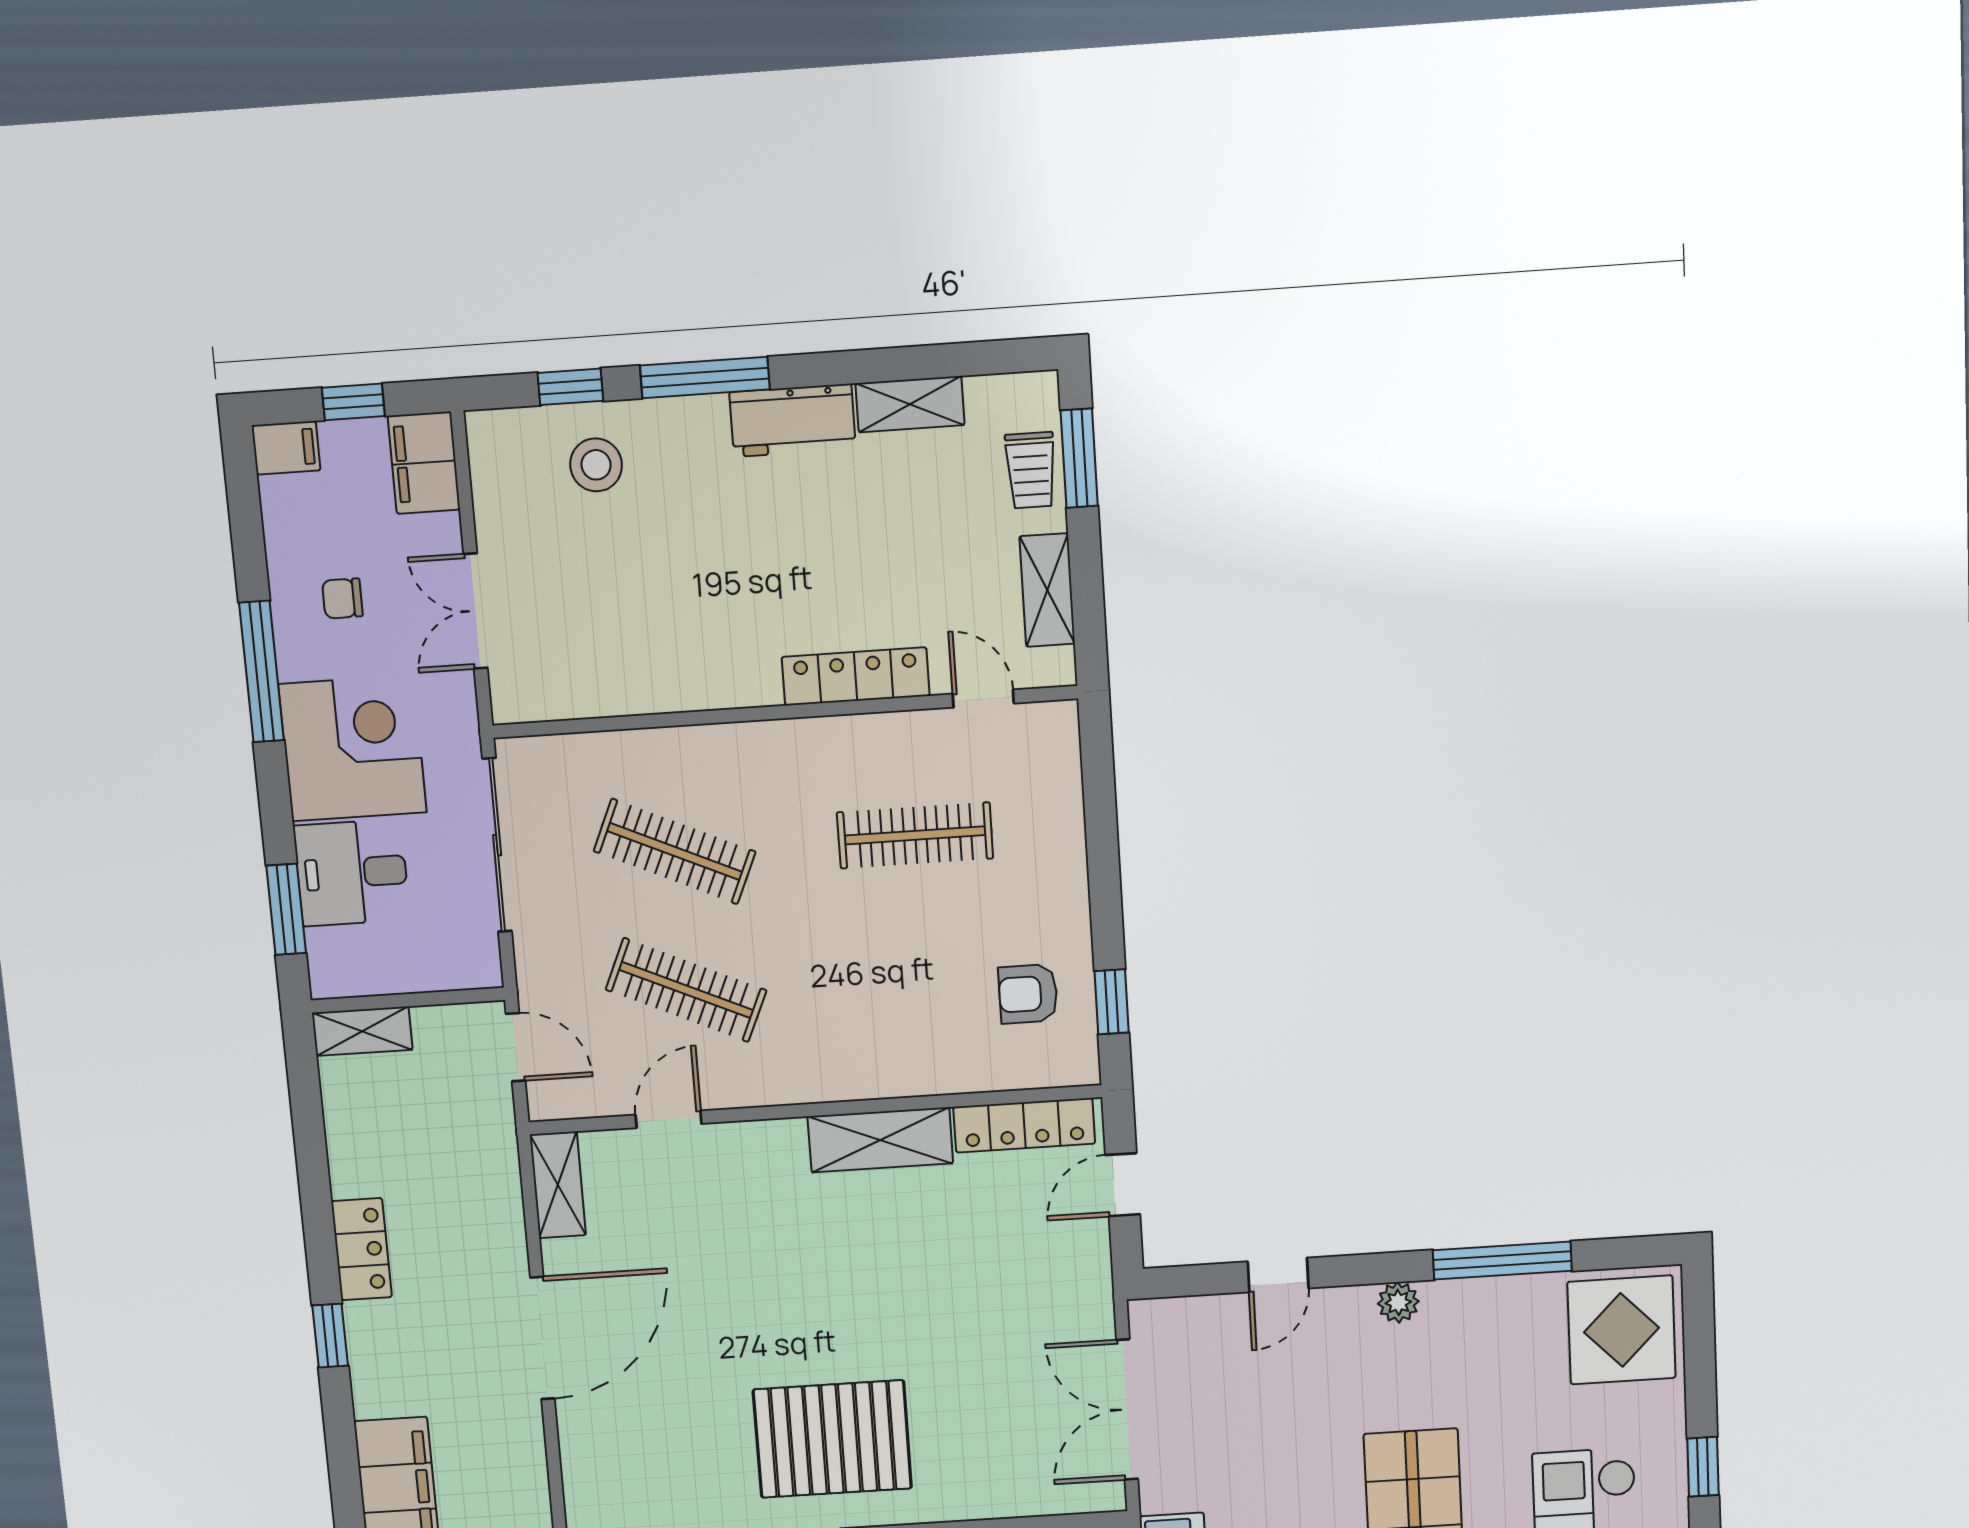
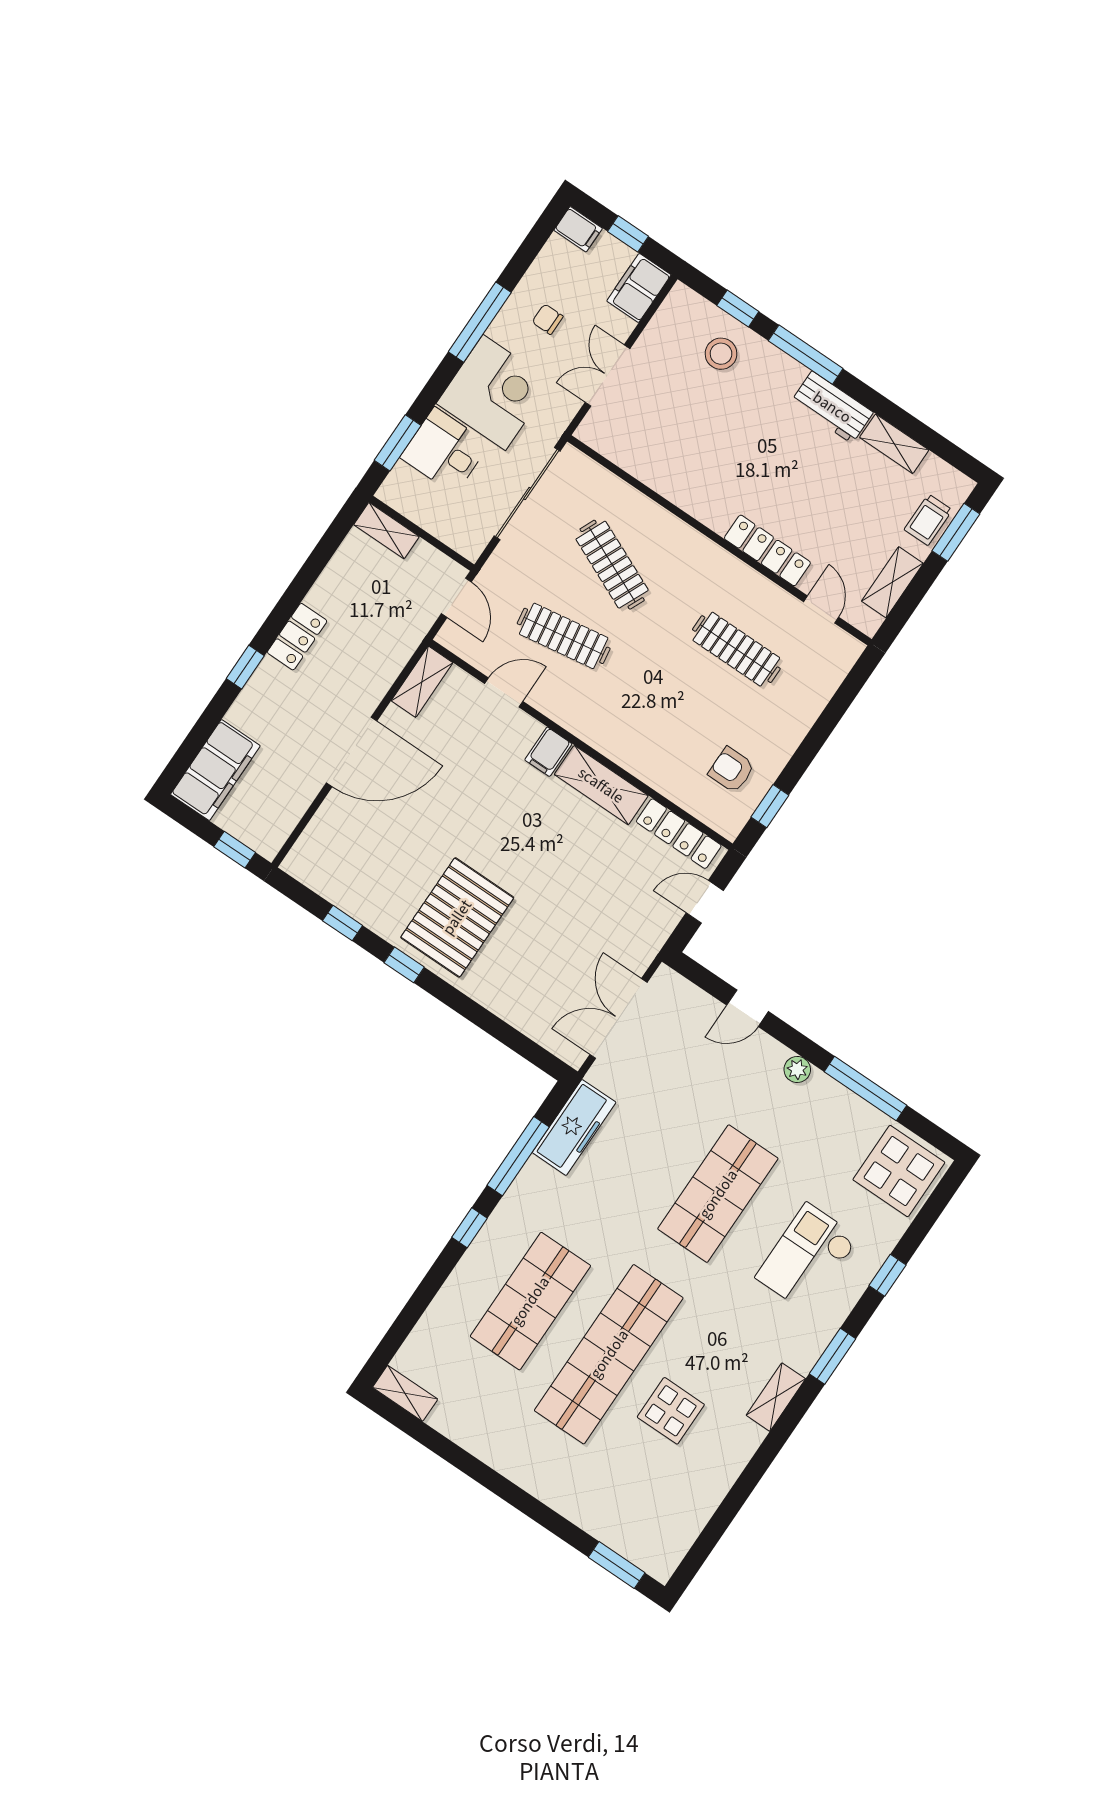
clothes rail: (686, 990) -> (564, 636), turned -33
filing cabinet: (782, 1150) -> (548, 752), added
pallet: (832, 1439) -> (457, 917), turned 90

